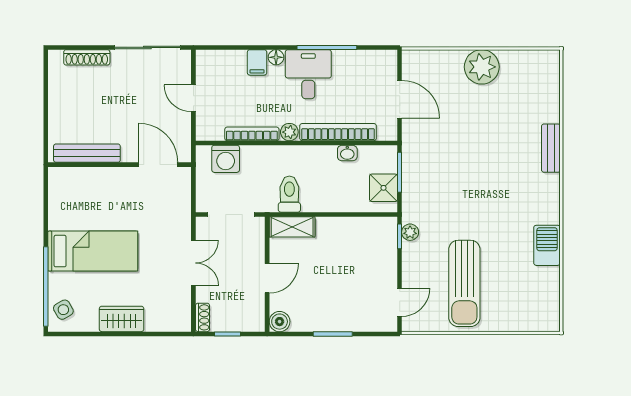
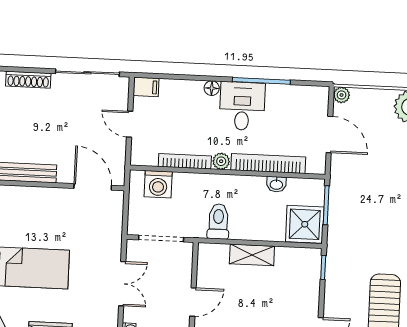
filing cabinet: (257, 62) -> (146, 87), moved, turned -90
shower: (383, 188) -> (305, 224), width x1.36, depth x1.36
shelving: (292, 227) -> (252, 255), moved
plant: (410, 232) -> (342, 95), moved

